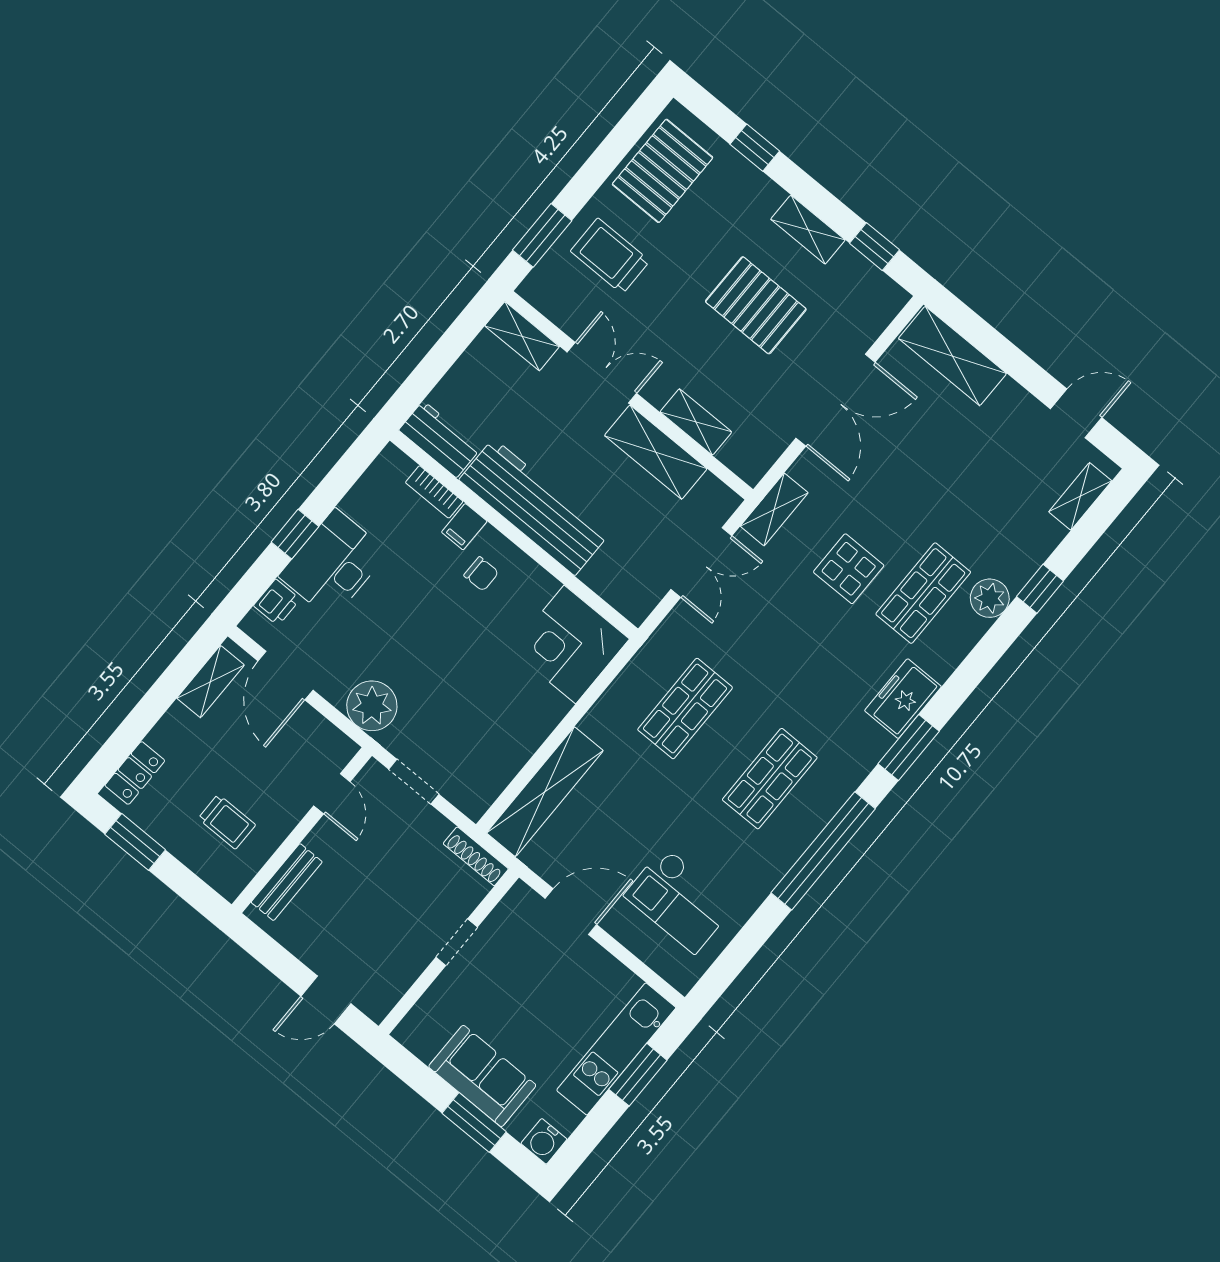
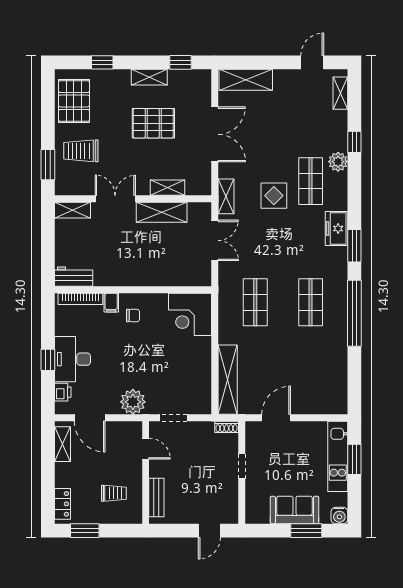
bookcase: (434, 492) -> (80, 299), width x1.56
workbench: (534, 507) -> (132, 272), removed
shoe rack: (476, 856) -> (227, 427), width x0.70
checkout: (680, 900) -> (315, 378), removed

